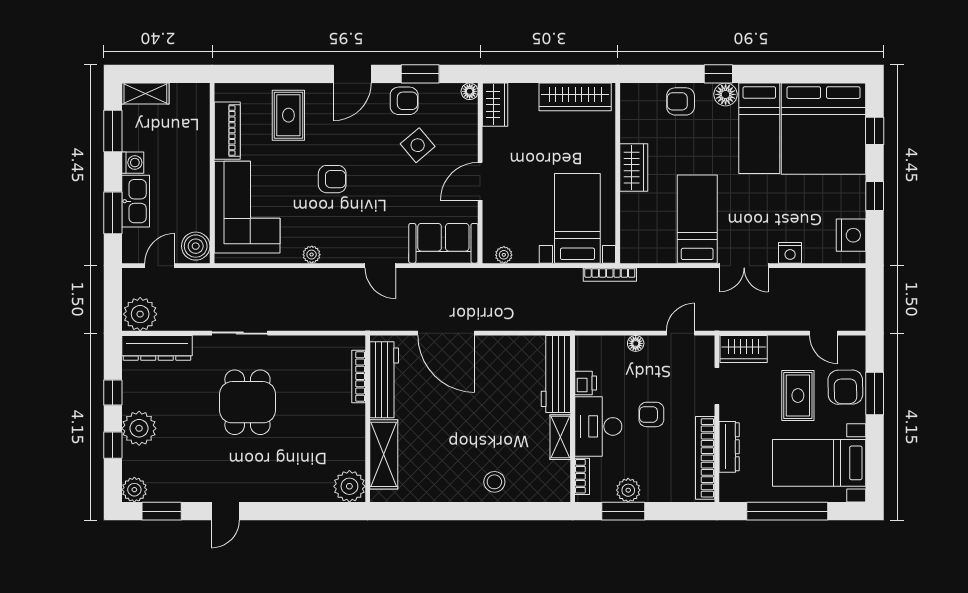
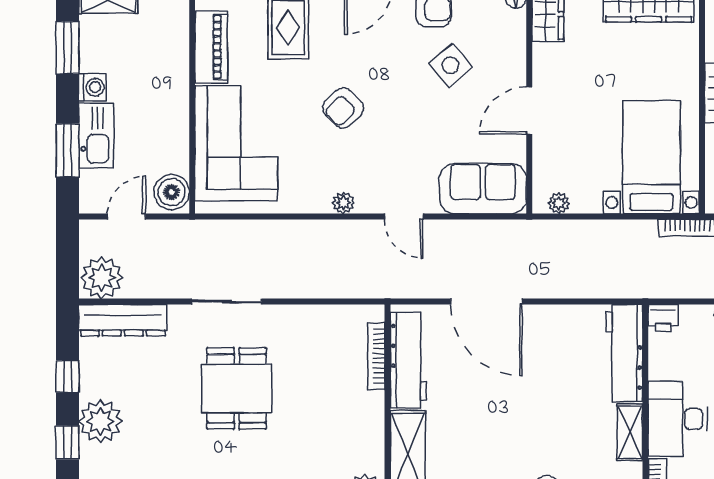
armchair: (332, 179) -> (343, 108), turned 135
plant: (312, 255) -> (343, 203), moved
printer: (586, 383) -> (663, 318), moved, turned 90

